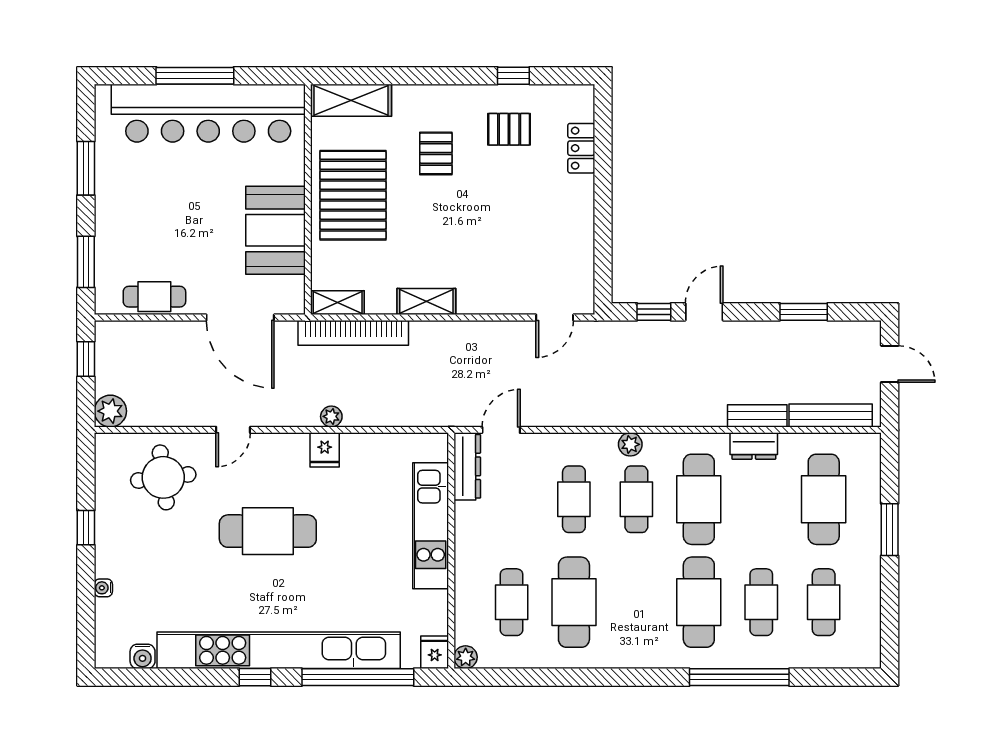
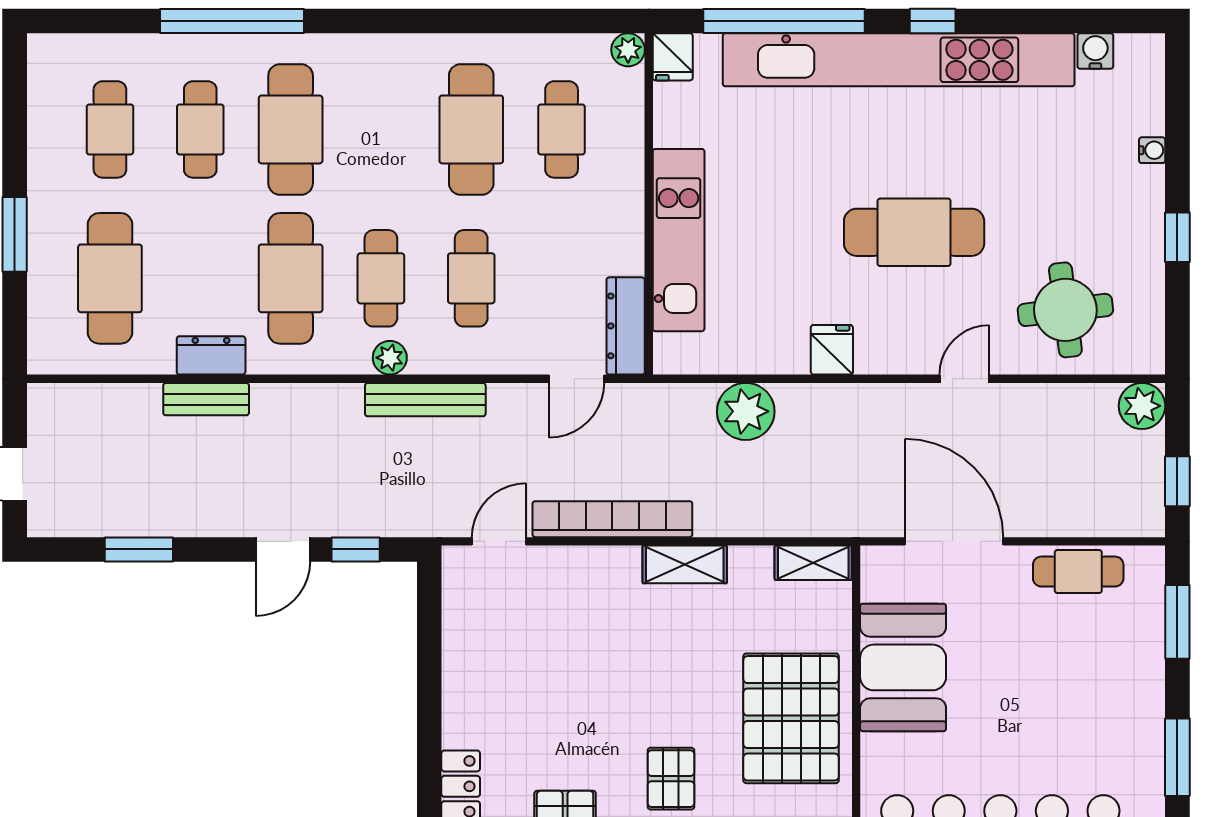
bookcase: (353, 333) -> (612, 519), moved
bench: (831, 415) -> (425, 400), moved
plant: (331, 416) -> (746, 411), moved, width x1.87, depth x1.87

